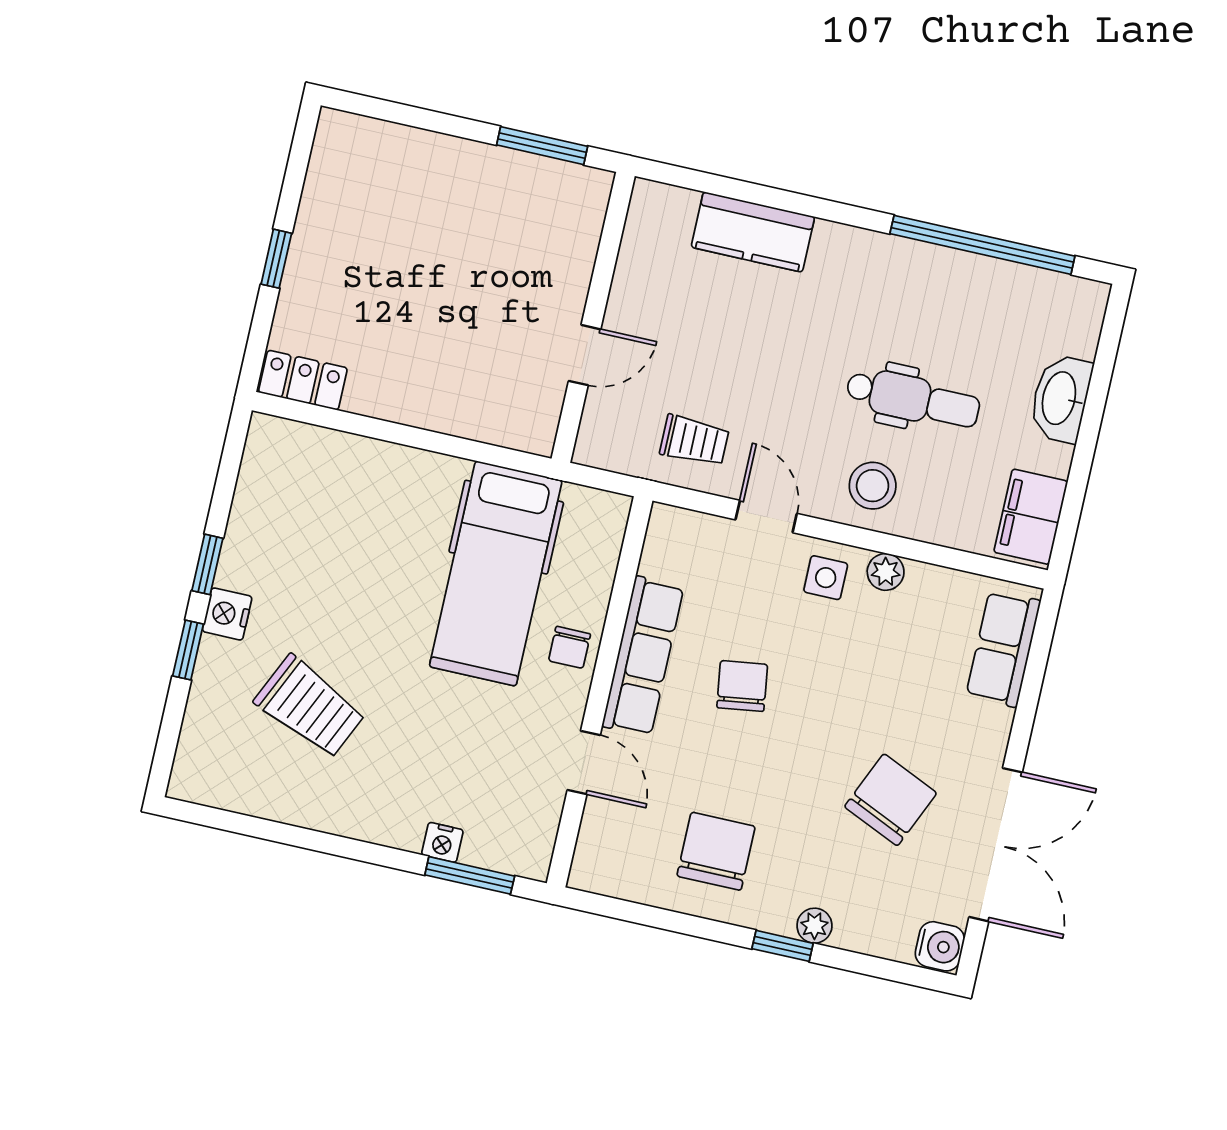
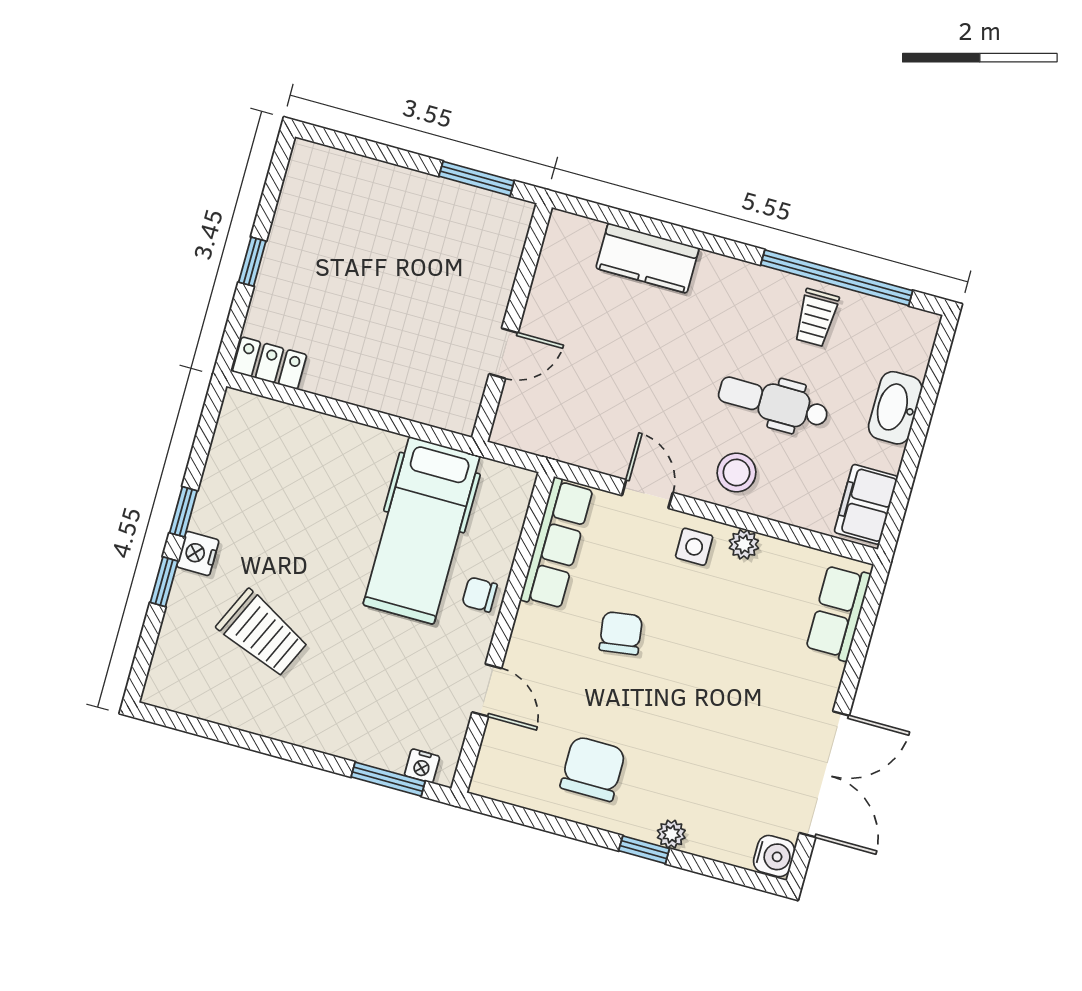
dental chair: (913, 399) -> (773, 402), turned 180
trolley: (694, 441) -> (816, 318), moved, turned 90
chair: (570, 647) -> (480, 594), turned 90
row of seats: (643, 656) -> (557, 544), moved
chair: (891, 800) -> (739, 733), removed
nightstand: (442, 842) -> (422, 766), moved

